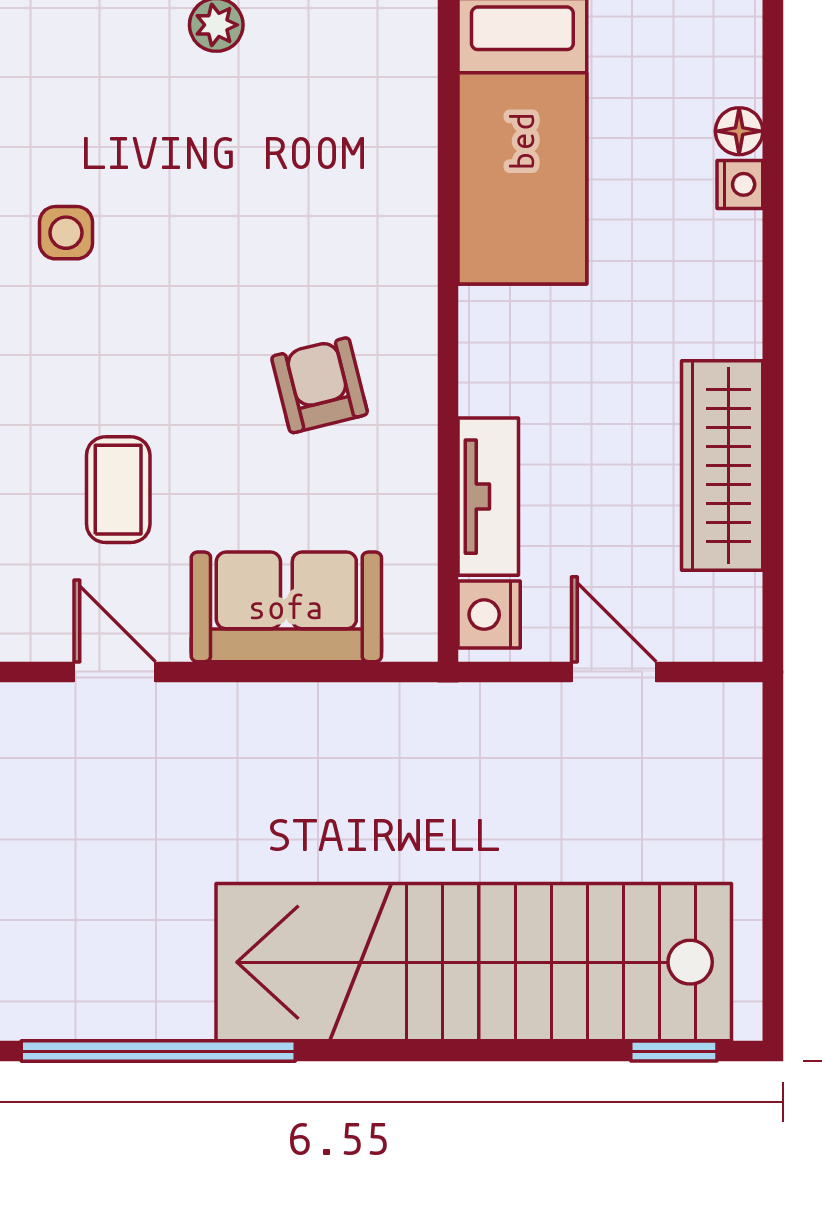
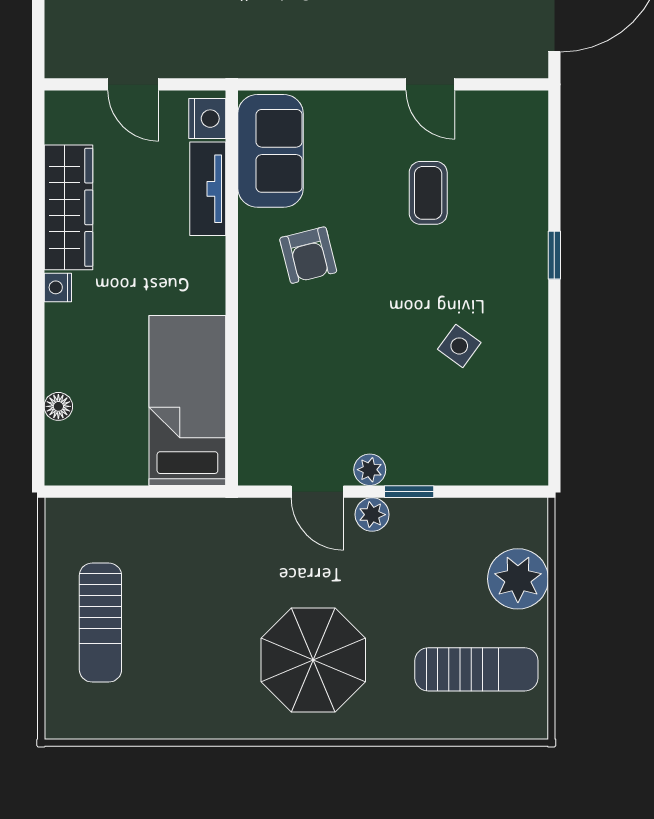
nightstand: (740, 184) -> (58, 287), moved
side table: (66, 233) -> (459, 346), turned 36
sofa: (286, 607) -> (271, 151), moved, turned -90

